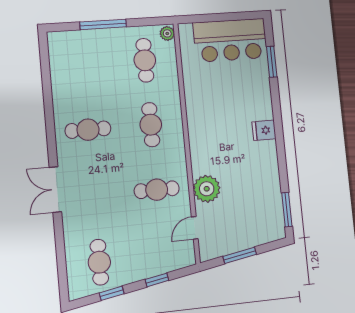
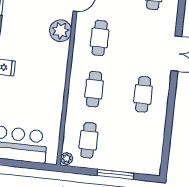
cafe table: (88, 130) -> (143, 94), turned 90
cafe table: (157, 190) -> (100, 38), turned 90

